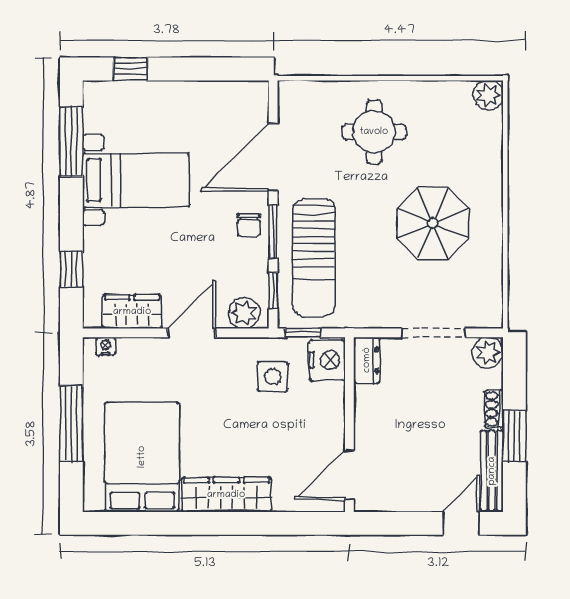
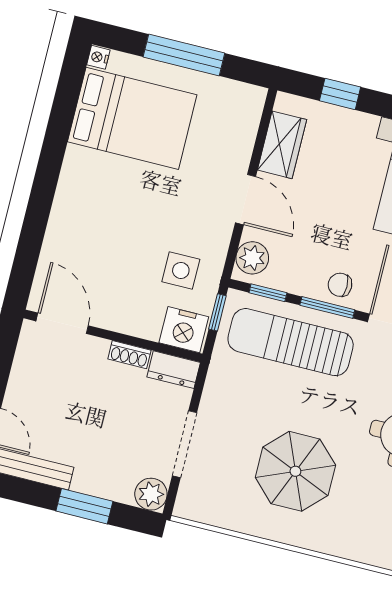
nightstand: (106, 346) -> (98, 57), moved, turned 180
shoe rack: (494, 409) -> (129, 355), moved, turned 180
window: (514, 436) -> (84, 506), moved
wardrobe: (226, 495) -> (73, 194), removed

